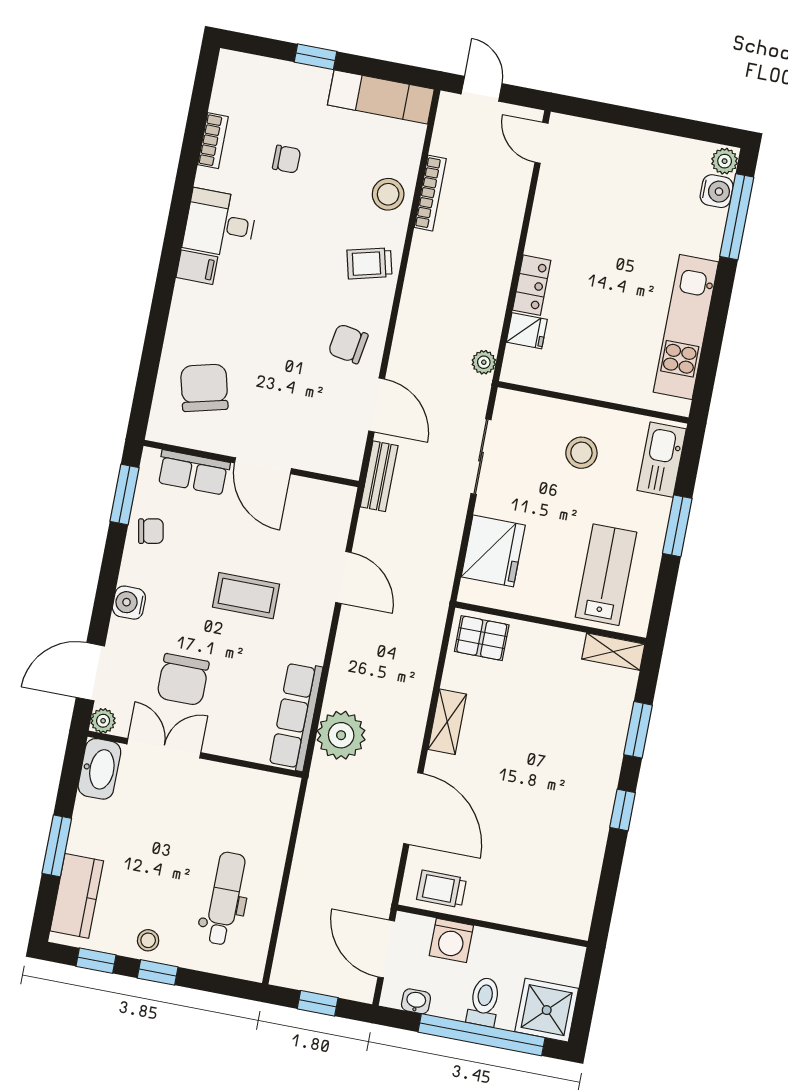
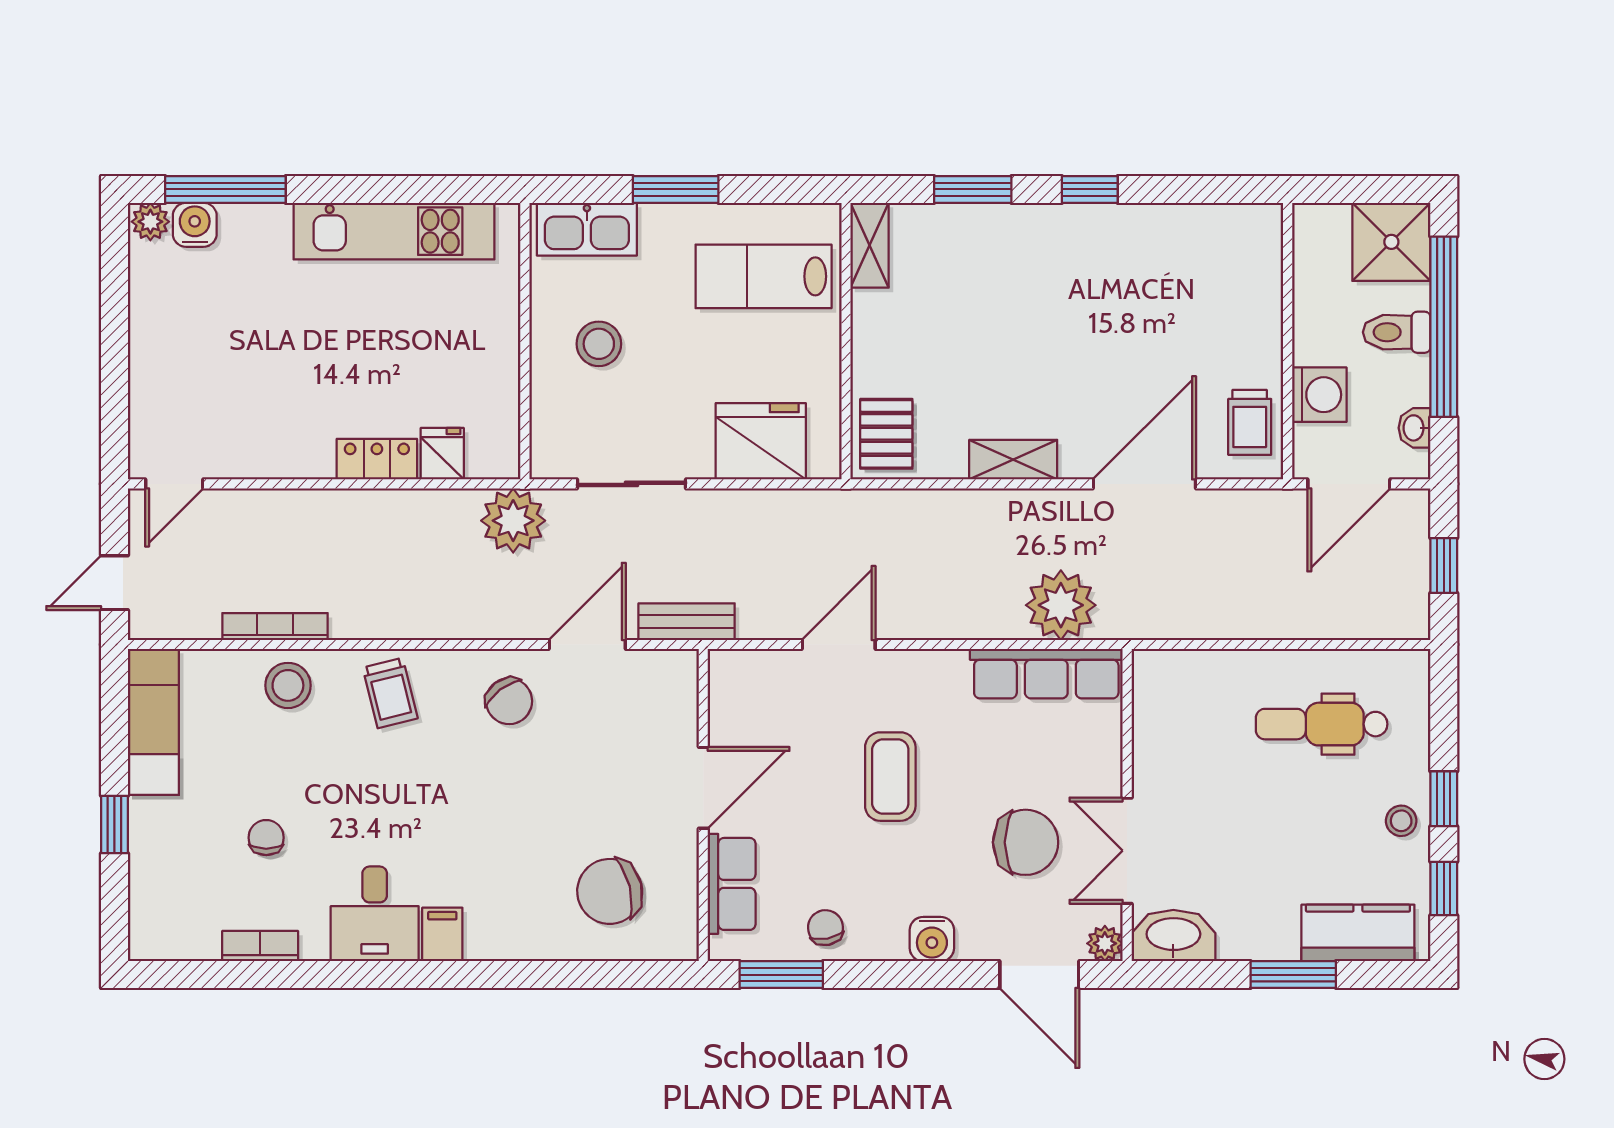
chair: (348, 344) -> (509, 701), turned -46
plant: (484, 362) -> (513, 521), width x1.88, depth x1.88

